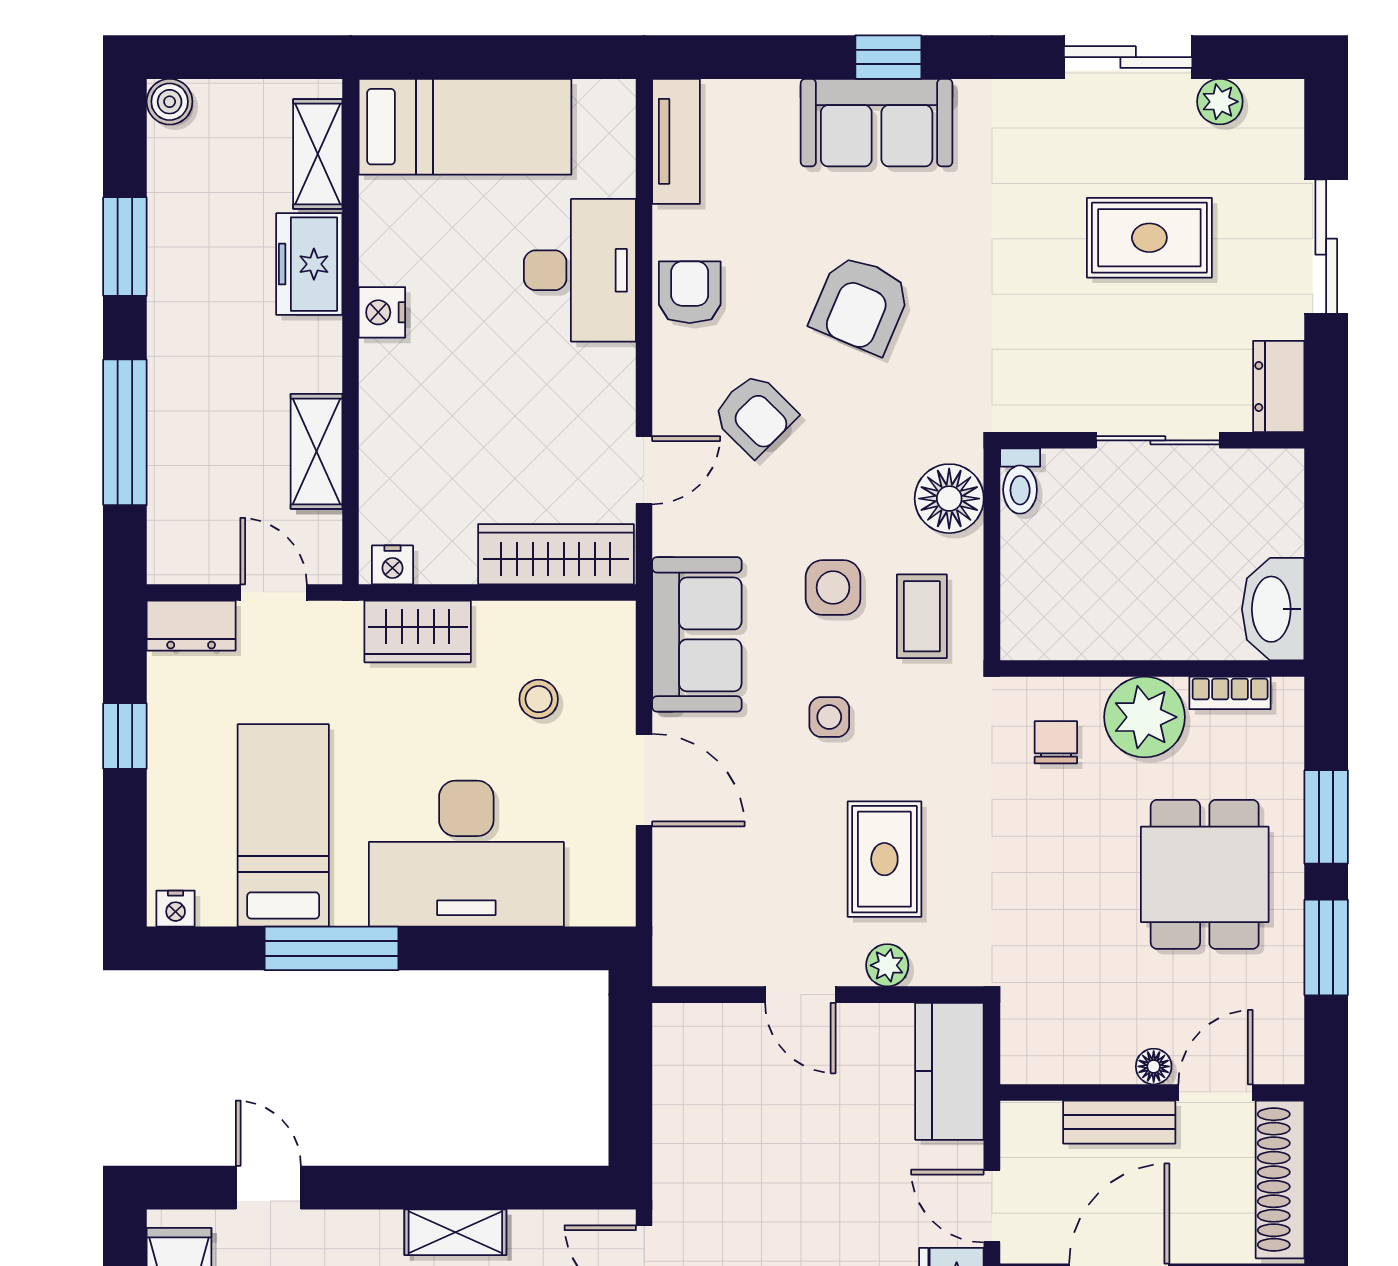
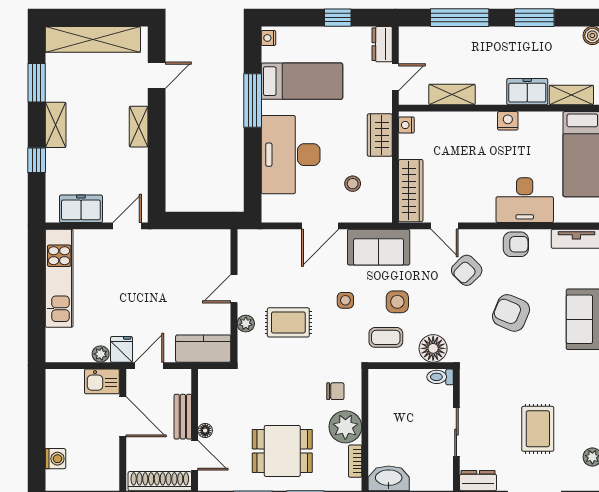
shelving: (455, 1232) -> (139, 127), moved

